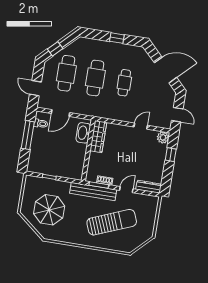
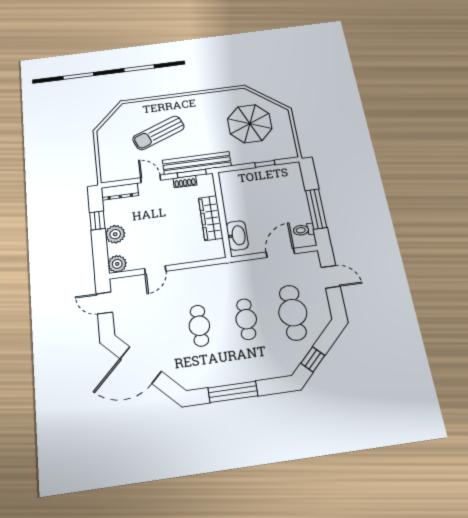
window: (117, 38) -> (233, 392), width x2.17
window: (55, 49) -> (313, 359), moved
cafe table: (95, 78) -> (246, 319), width x0.73, depth x0.74
wardrobe: (98, 137) -> (211, 218), moved
window: (171, 155) -> (97, 220), moved
plant: (159, 158) -> (115, 234), added
door: (126, 190) -> (151, 179), swing flipped
sun lounger: (112, 222) -> (158, 133), width x0.73, depth x0.75

